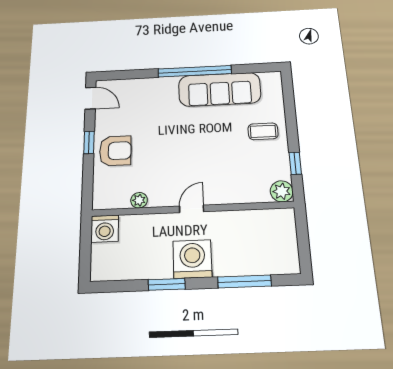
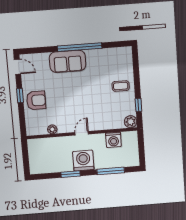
sofa: (220, 89) -> (68, 61), moved, width x0.73
washing machine: (105, 229) -> (113, 140), moved

